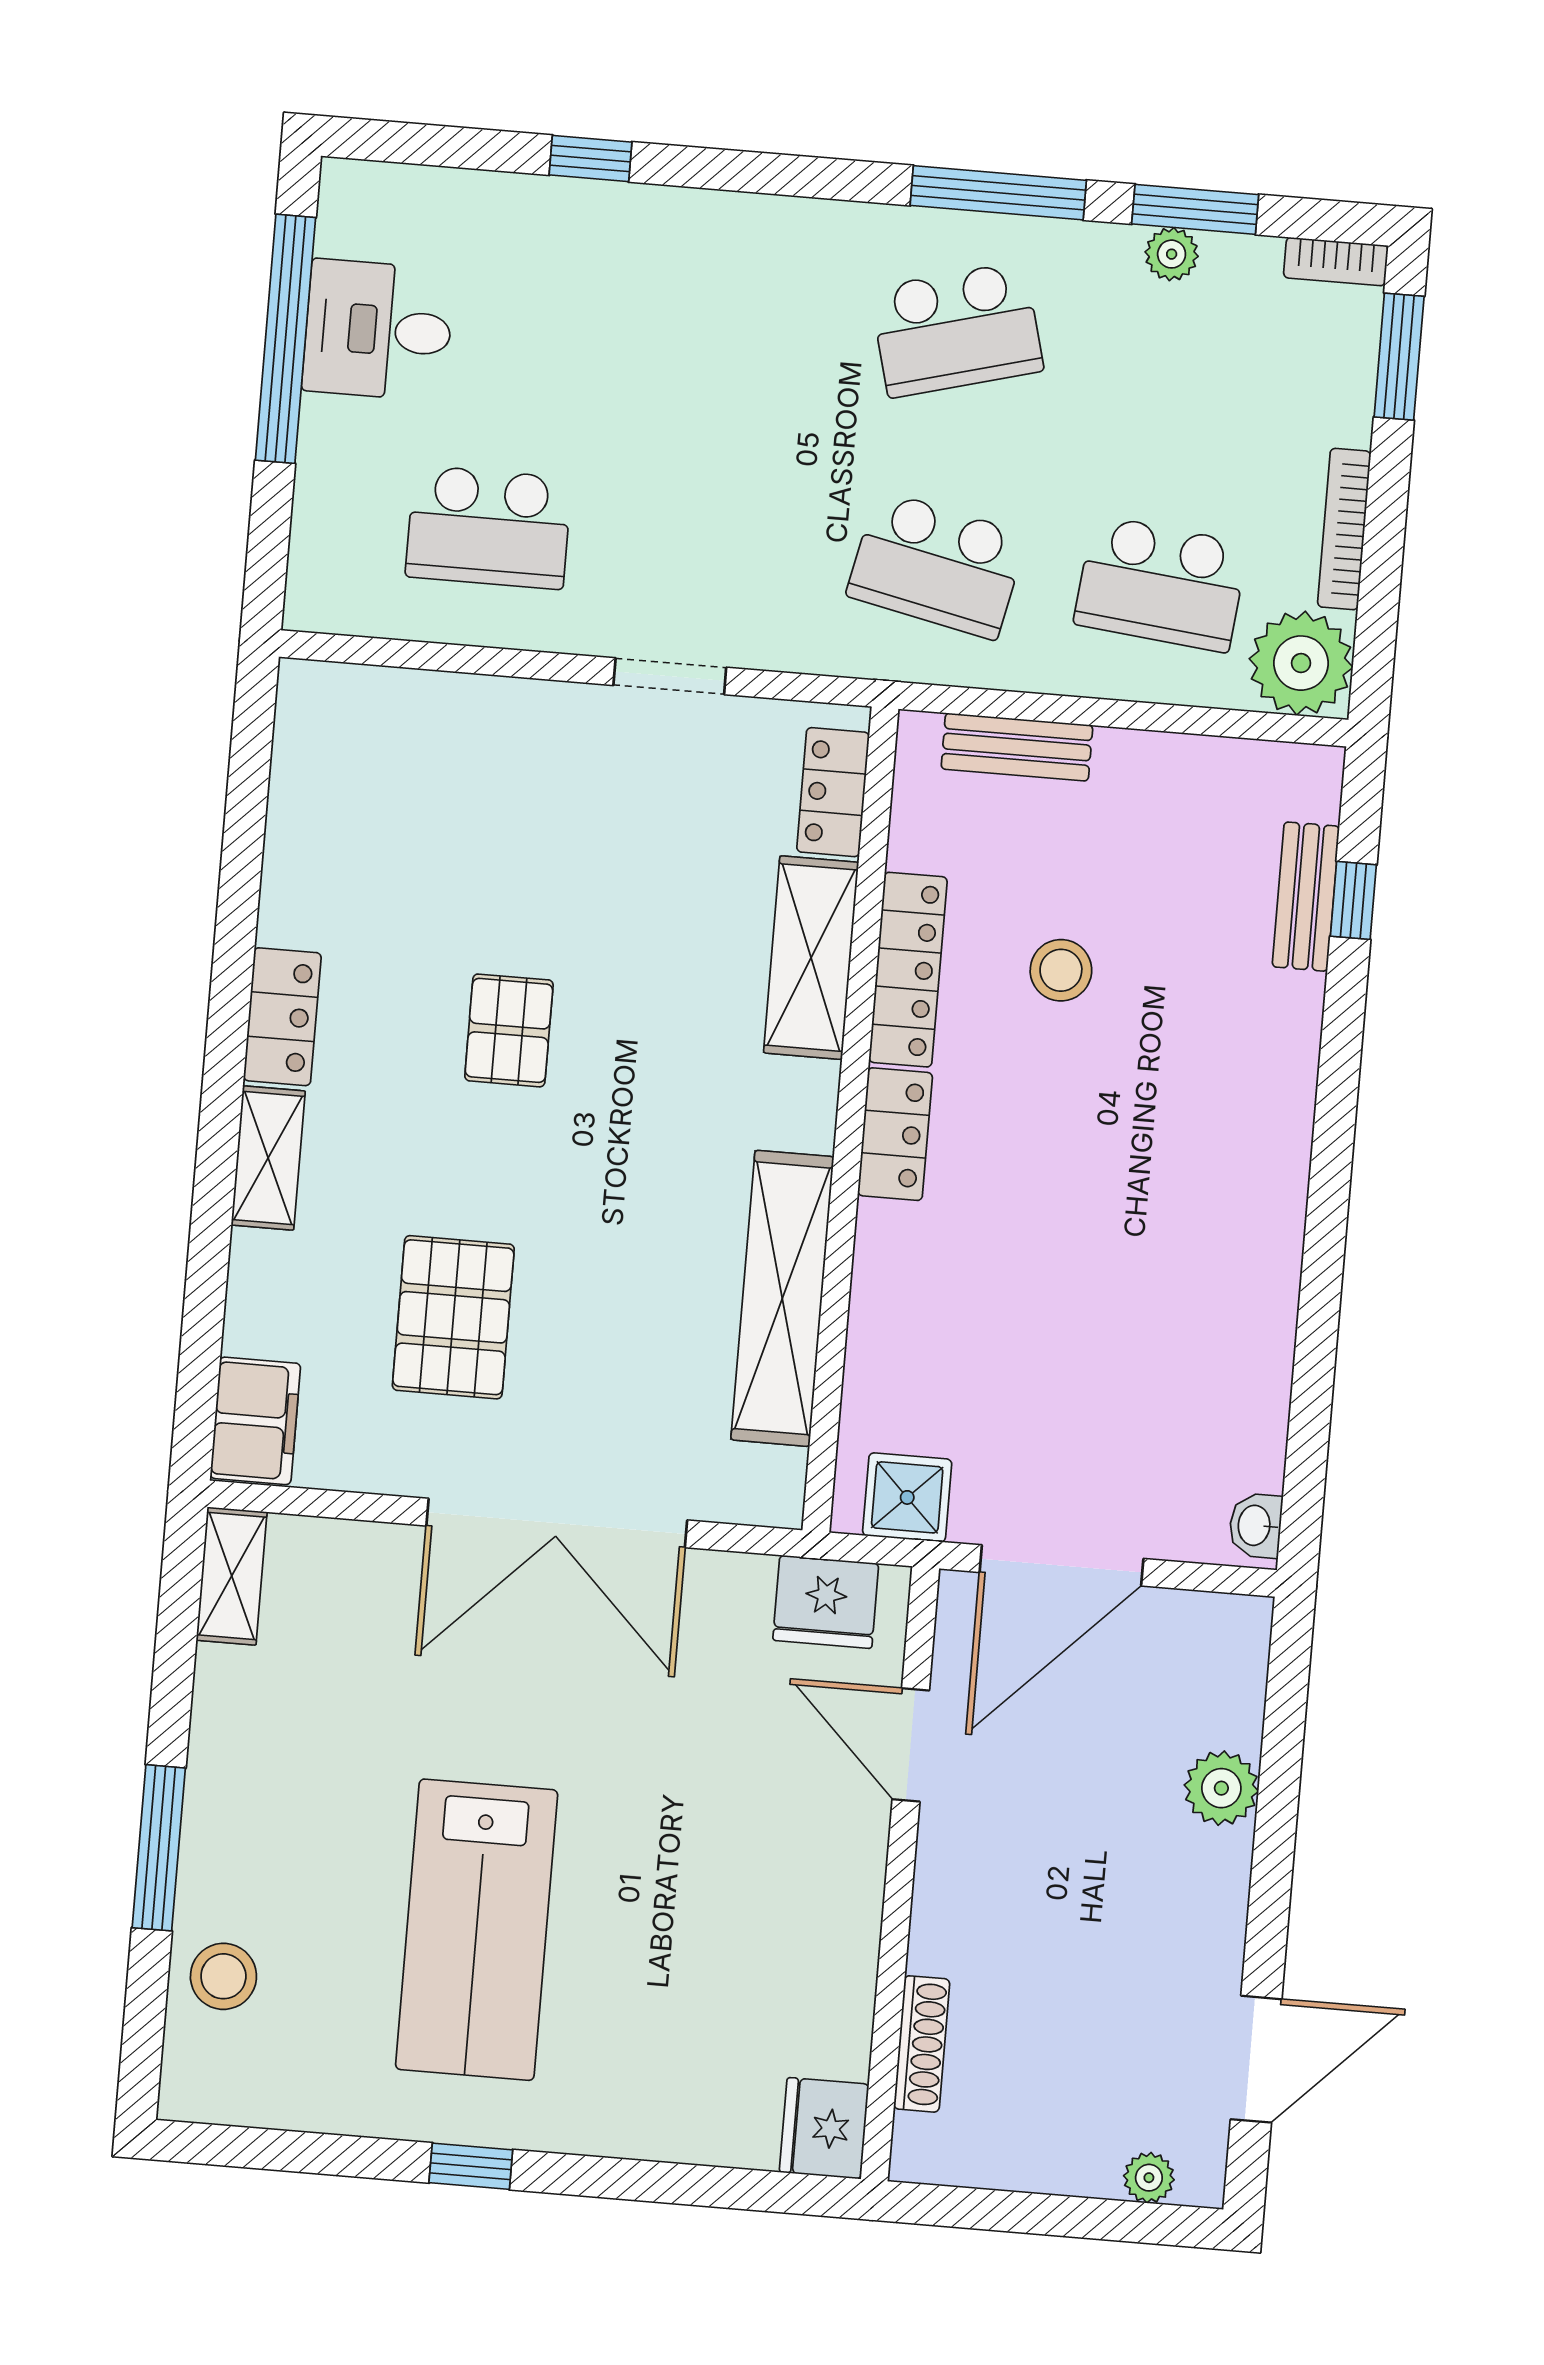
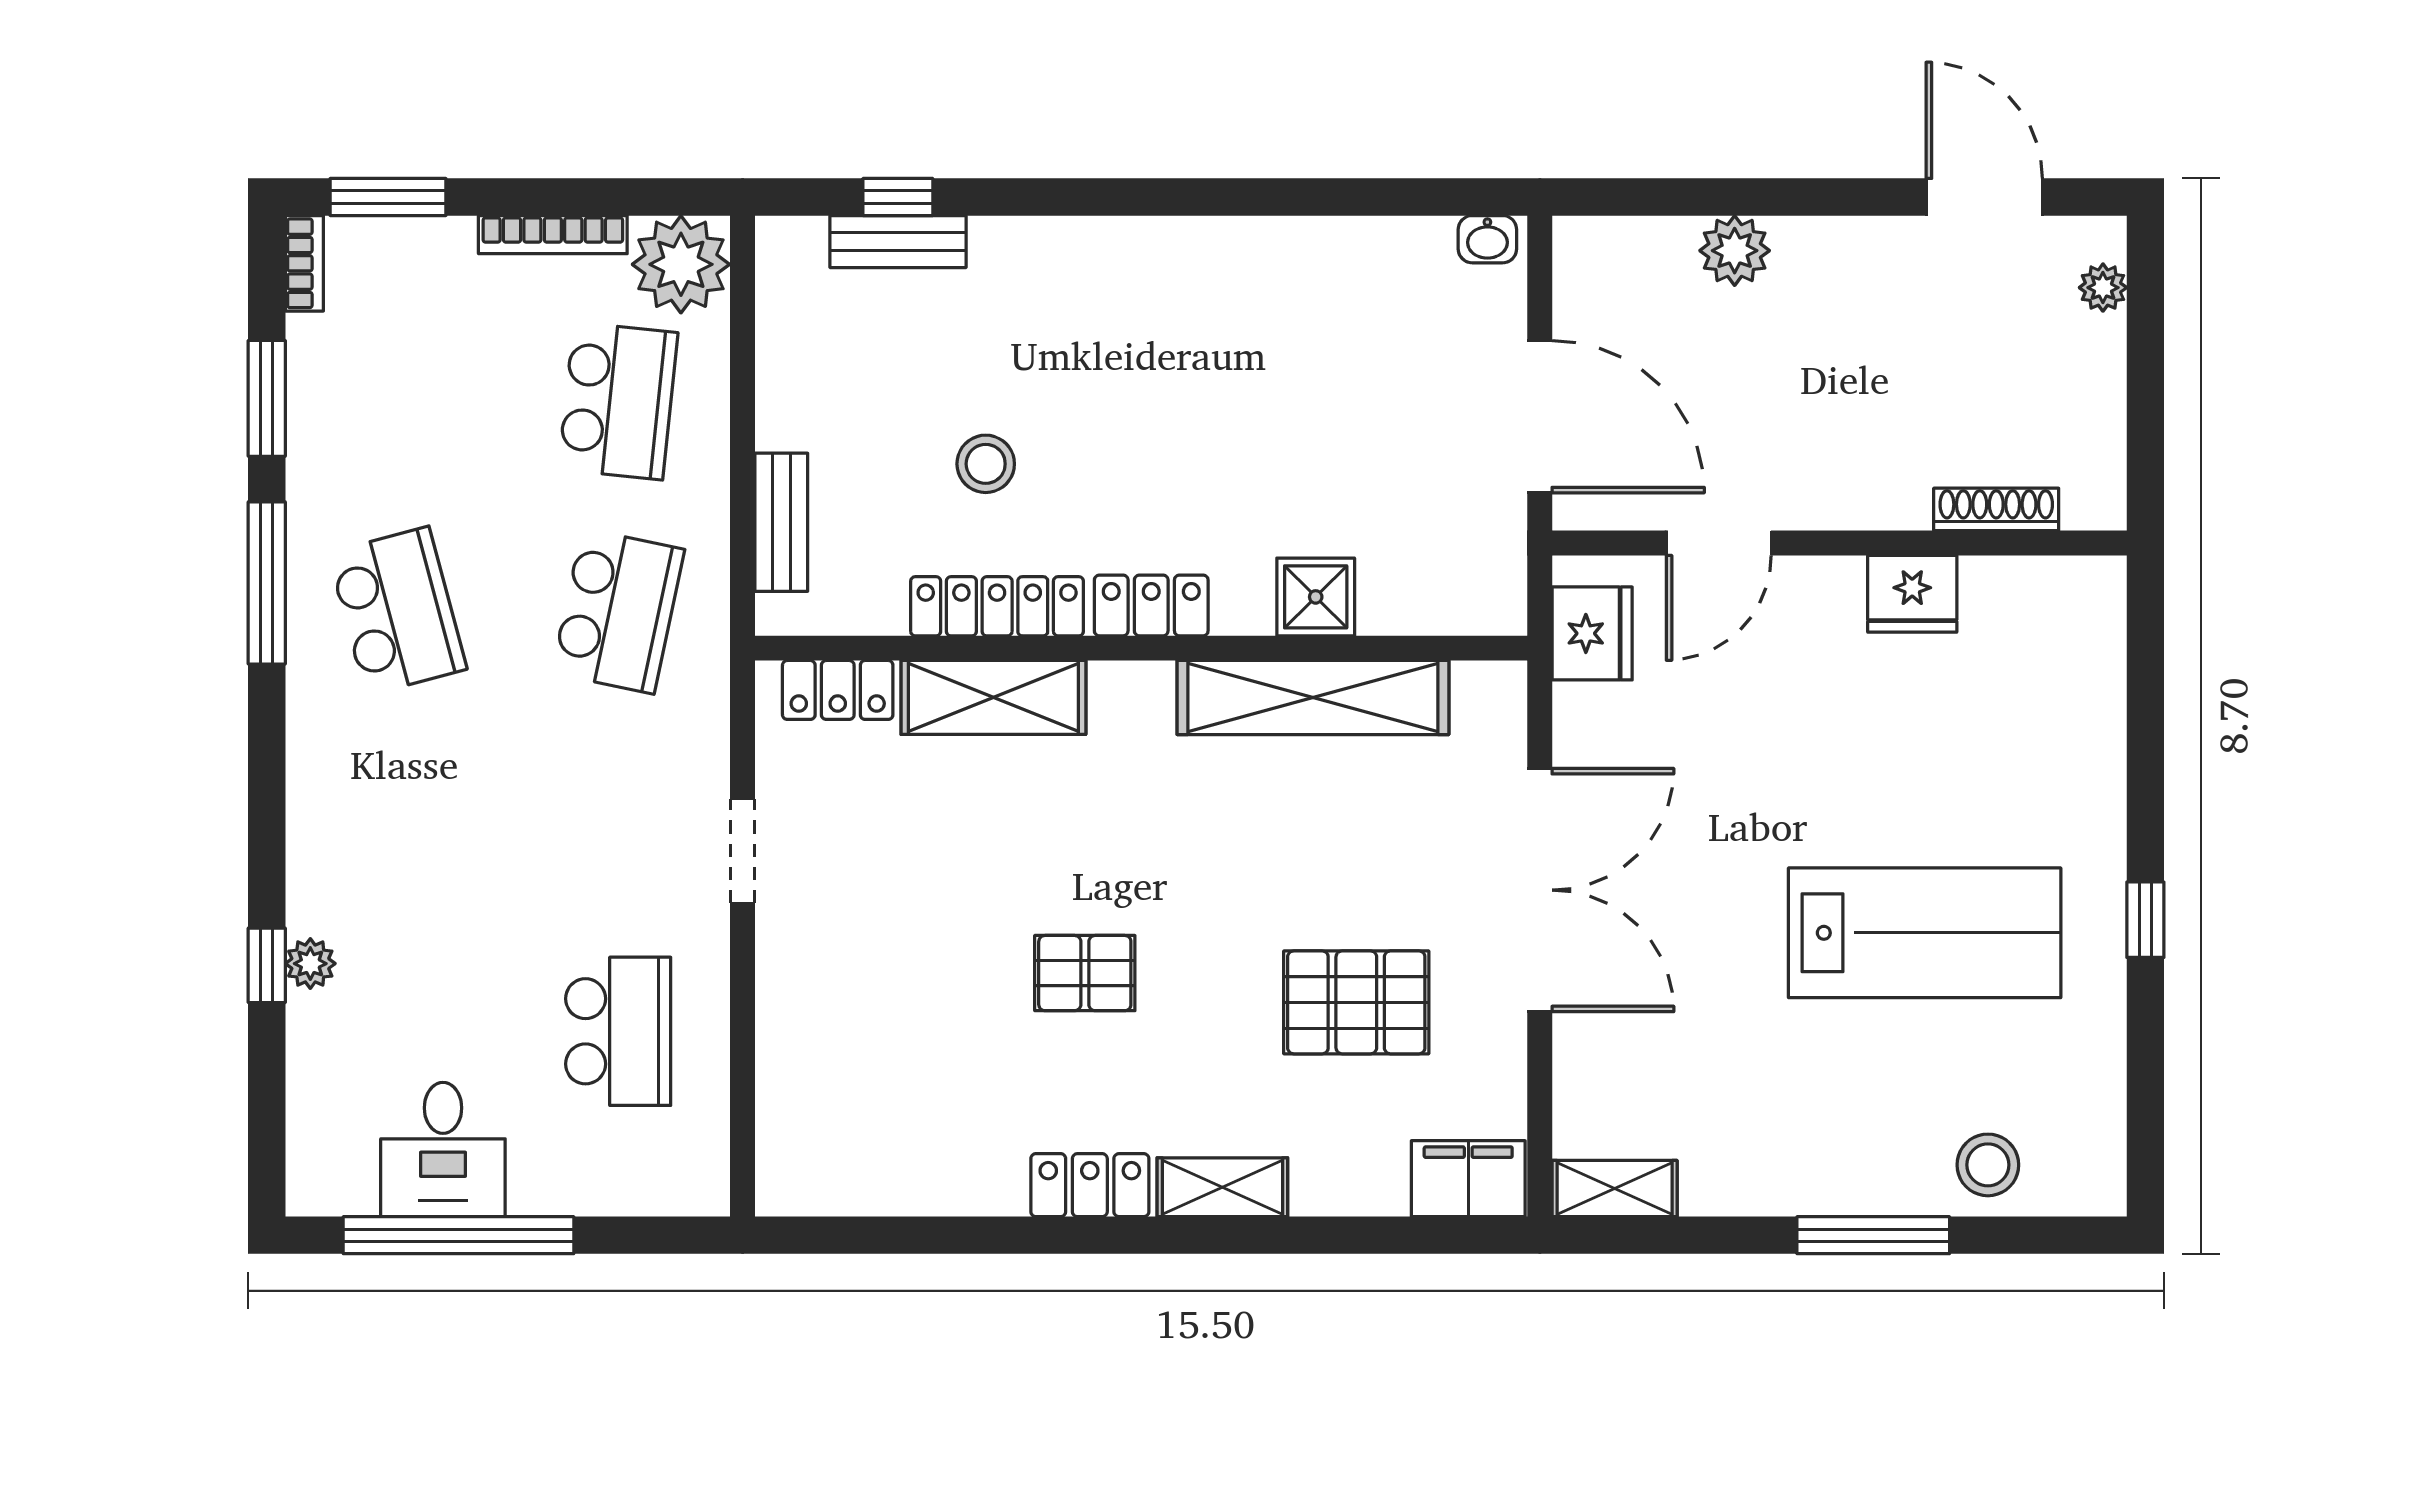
plant: (1172, 254) -> (310, 964), moved
shower: (907, 1497) -> (1316, 597), moved
fridge: (824, 2128) -> (1912, 594), moved

